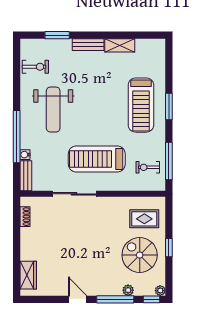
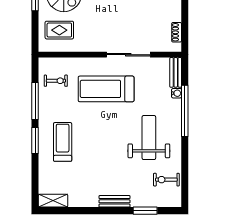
shelving: (120, 45) -> (53, 201), moved
treadmill: (141, 105) -> (63, 142), width x0.73, depth x0.73
treadmill: (97, 159) -> (106, 89), turned 180
window: (169, 161) -> (35, 101), moved

